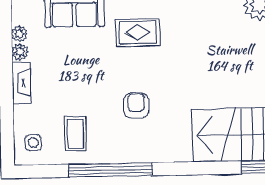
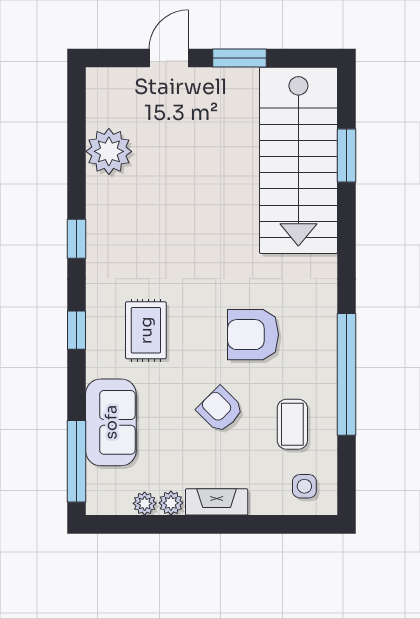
armchair: (84, 84) -> (220, 410), added
armchair: (136, 106) -> (253, 335), width x1.38, depth x1.38
coffee table: (75, 134) -> (292, 424), turned 90

